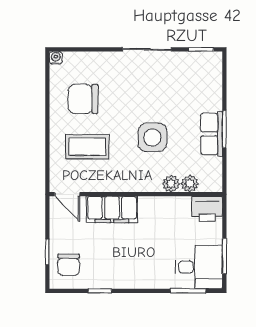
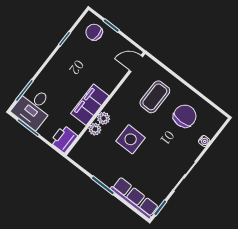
water cooler: (56, 58) -> (204, 141), moved
row of seats: (212, 134) -> (135, 198), moved, width x1.48
plant: (190, 184) -> (103, 118), moved
filing cabinet: (112, 209) -> (90, 105), moved

